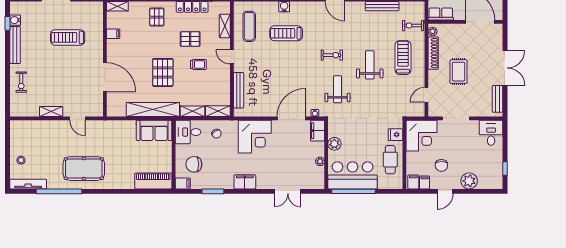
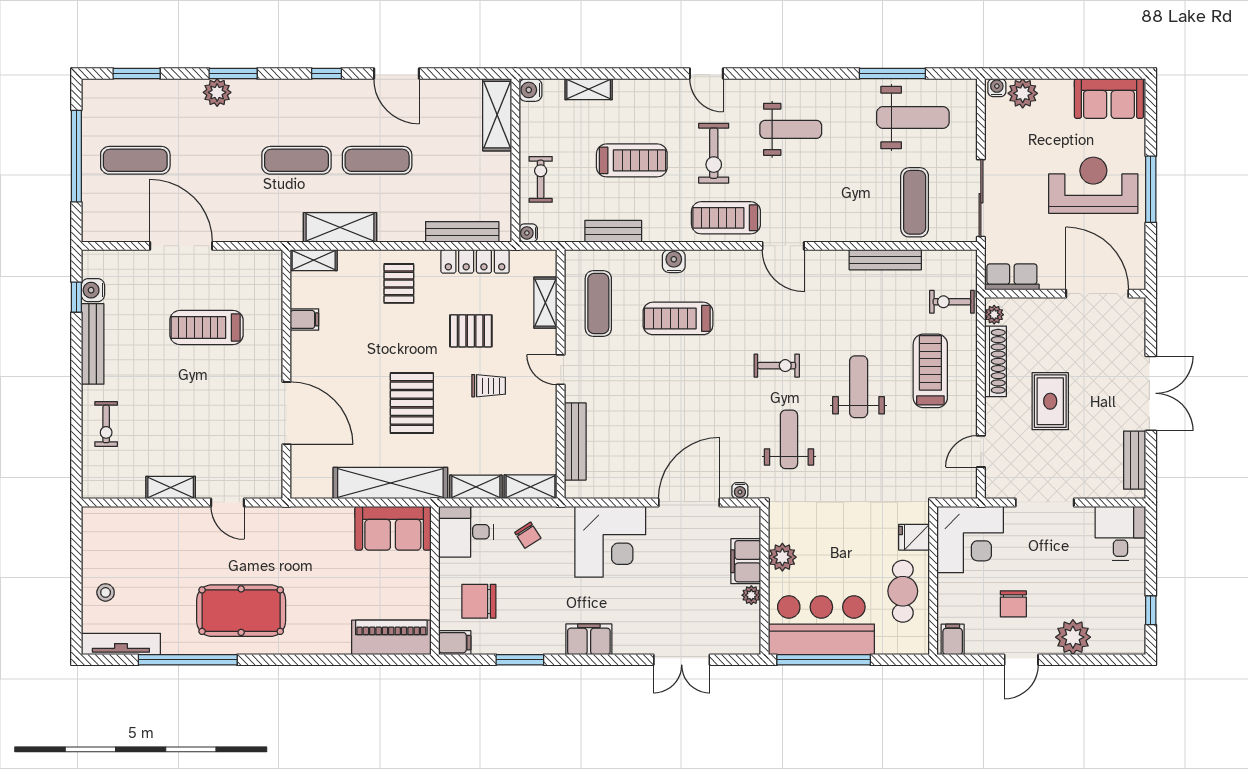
filing cabinet: (317, 131) -> (746, 561), moved
filing cabinet: (424, 182) -> (977, 641), removed

